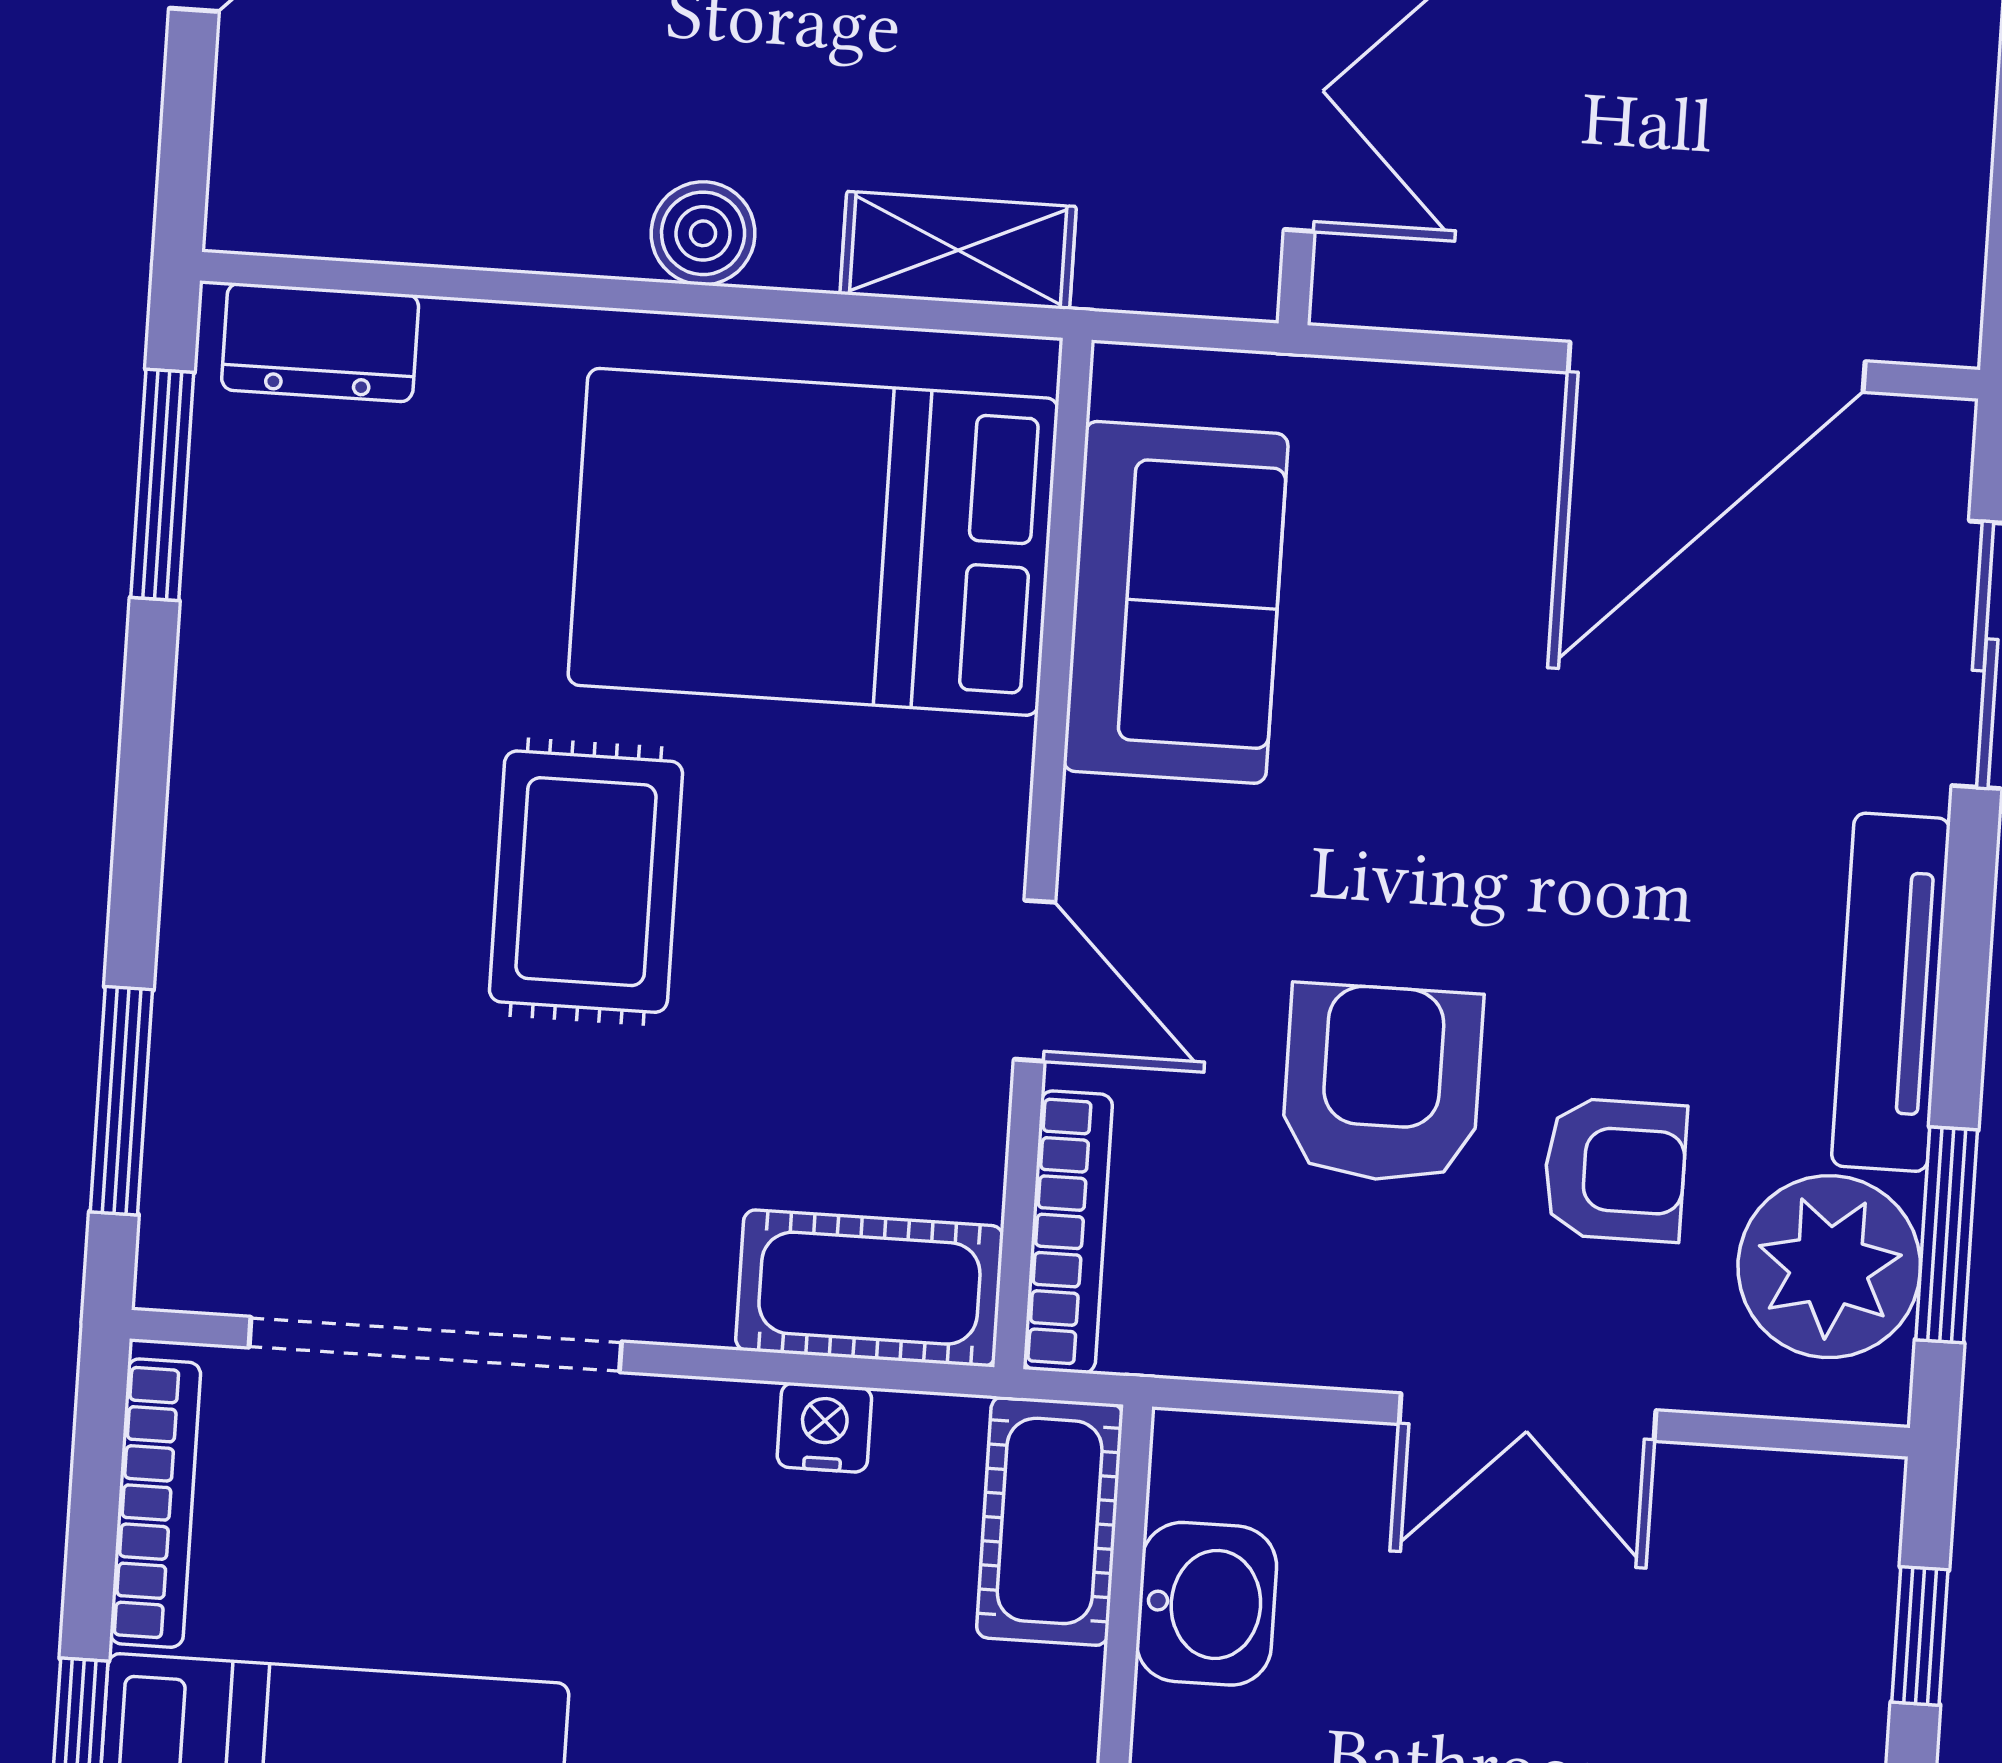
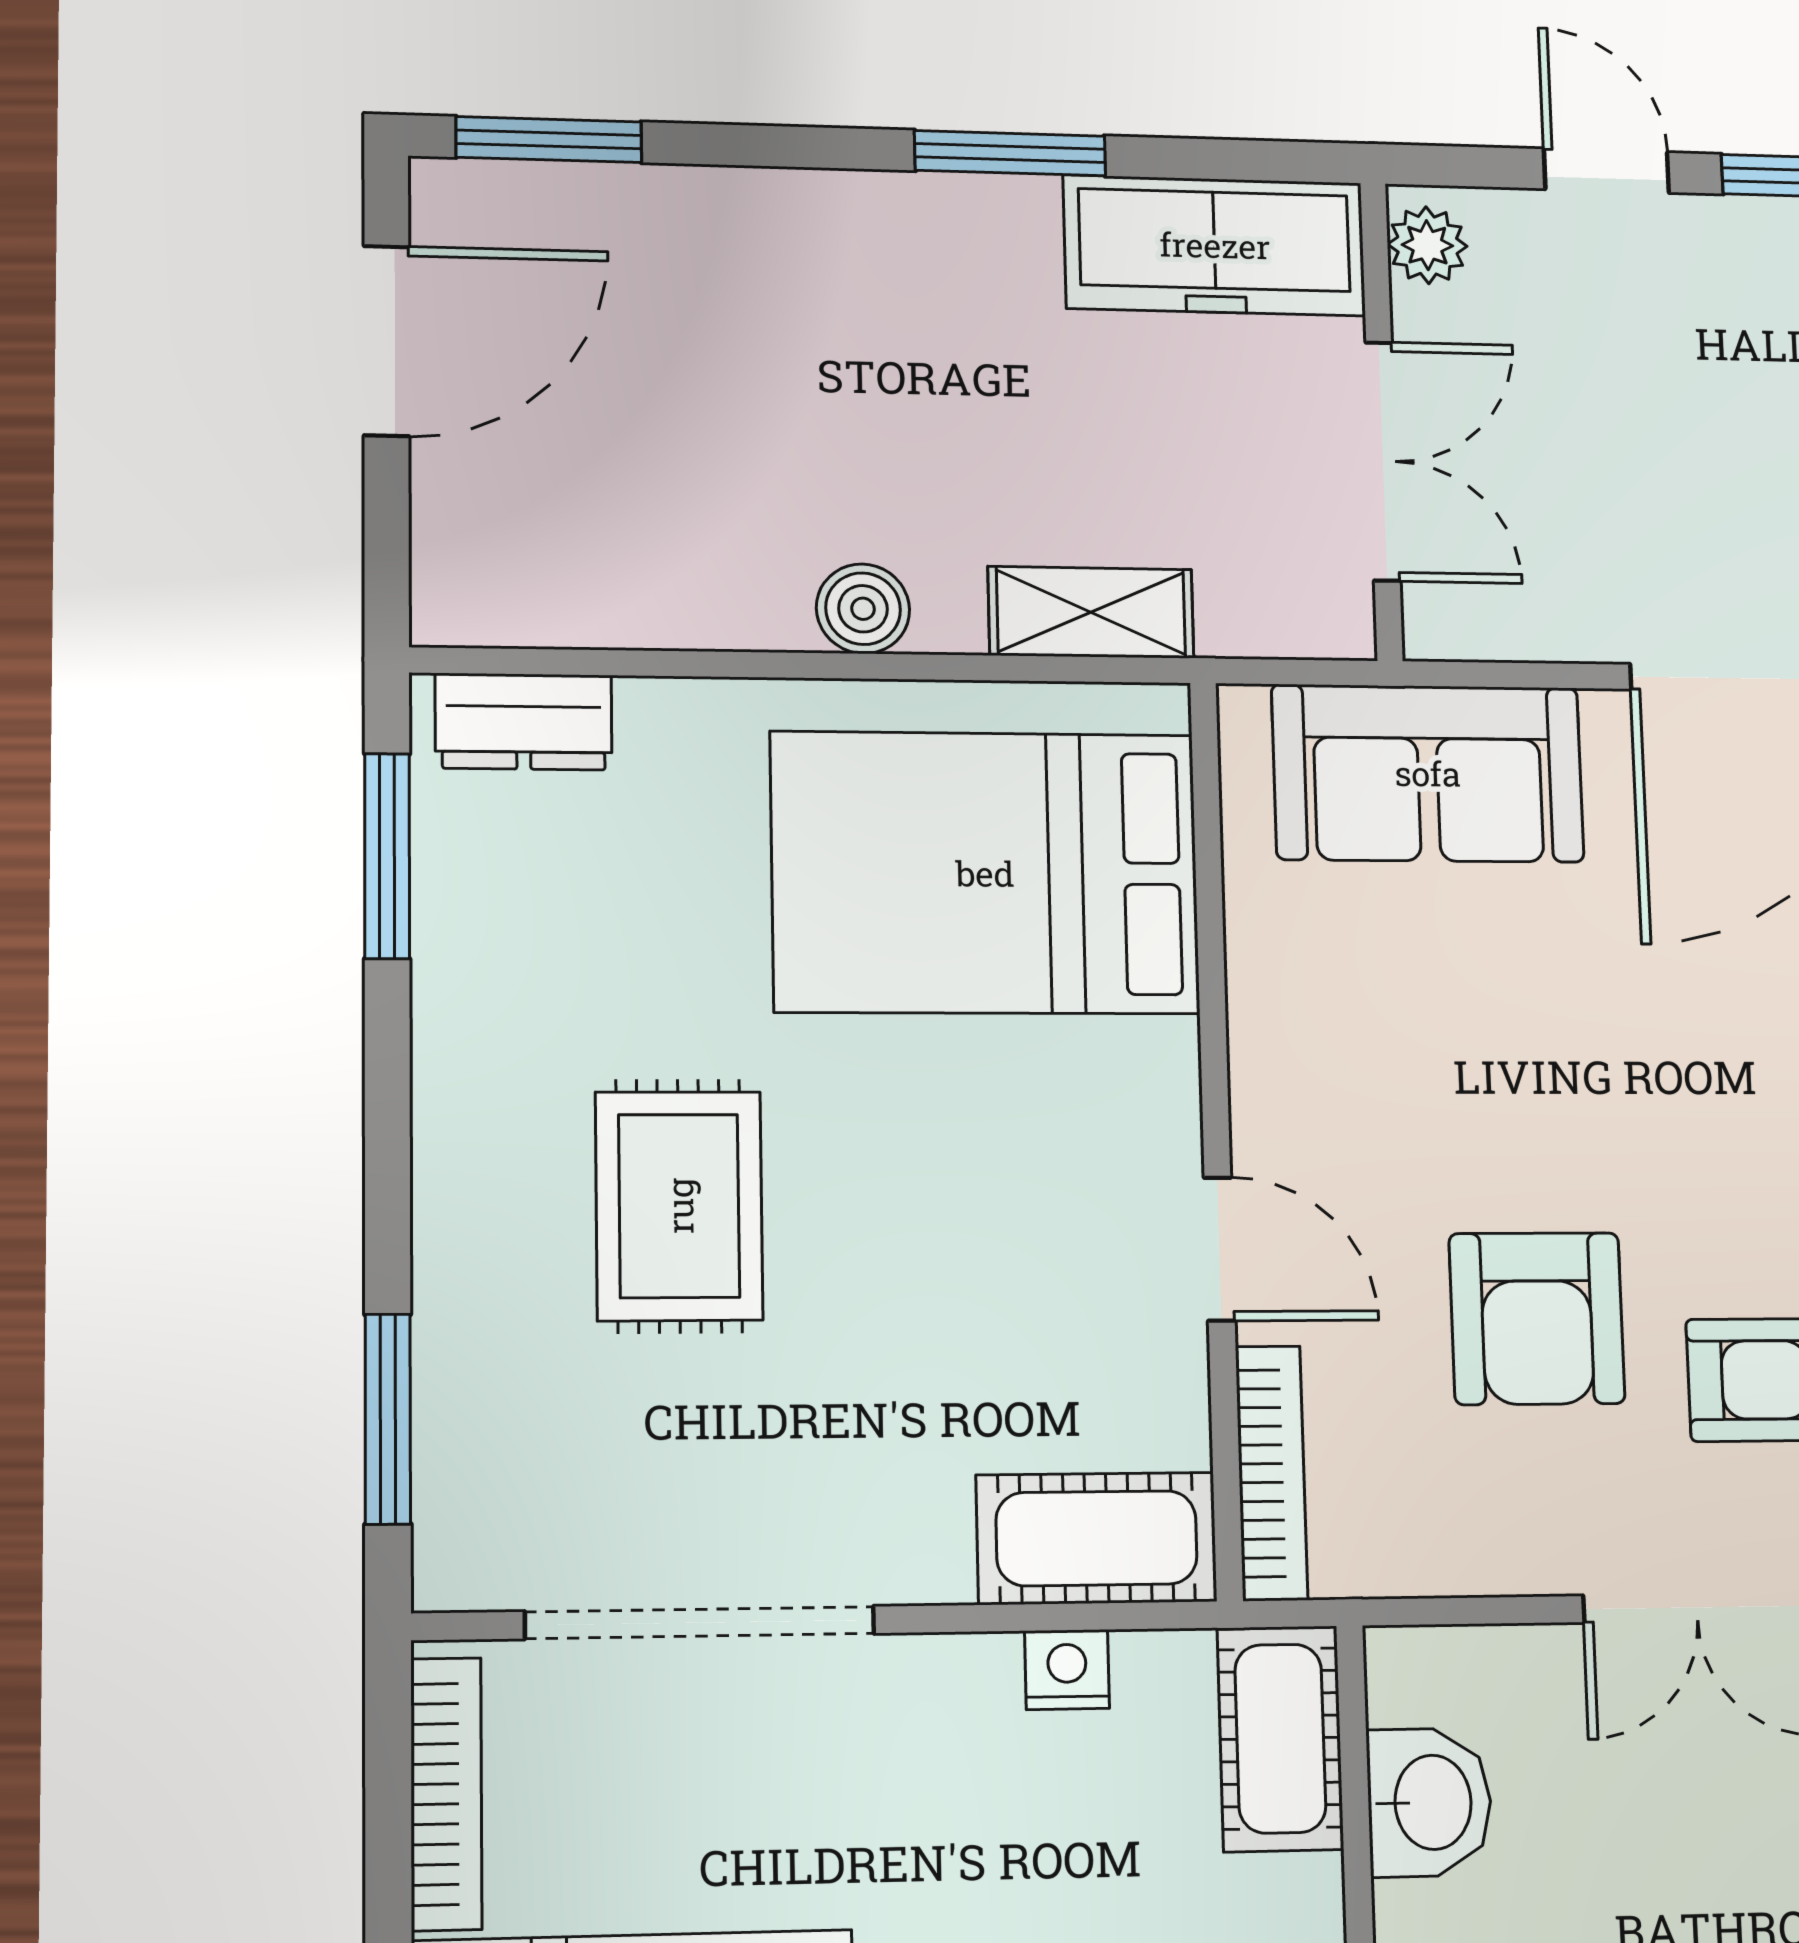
sofa: (1176, 602) -> (1428, 773), moved, turned 90
rug: (586, 882) -> (679, 1206), moved
armchair: (1382, 1084) -> (1537, 1319), turned 180

